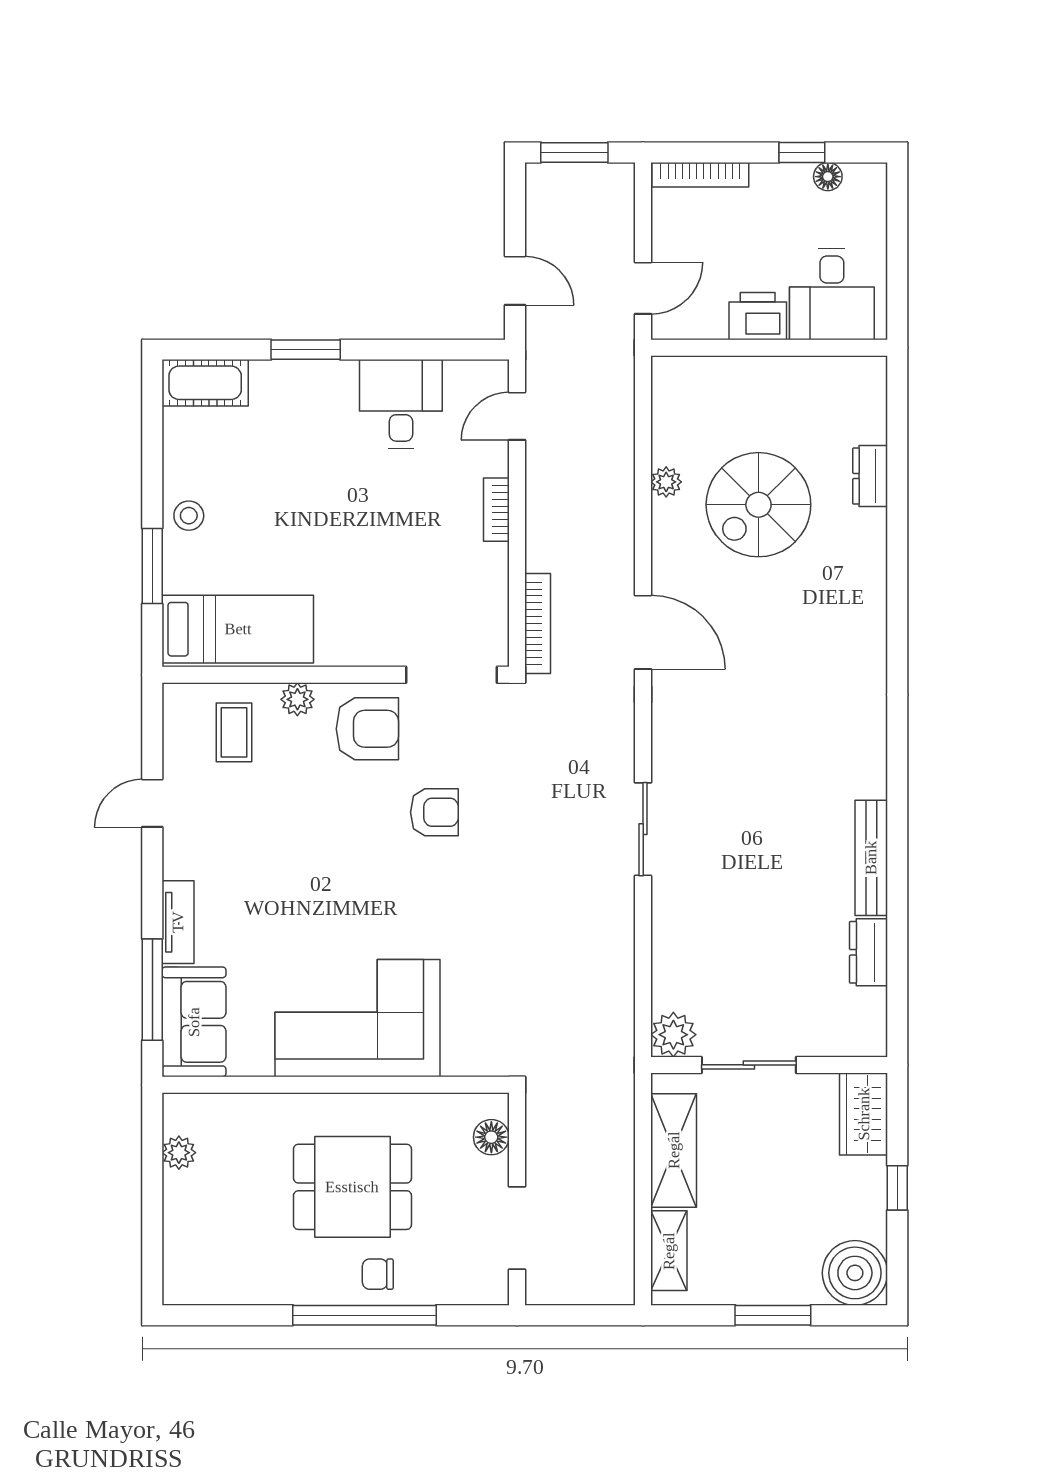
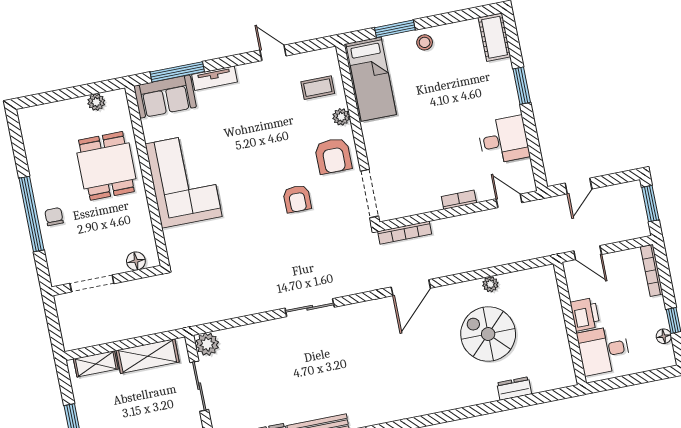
dining table: (352, 1187) -> (106, 166), moved

